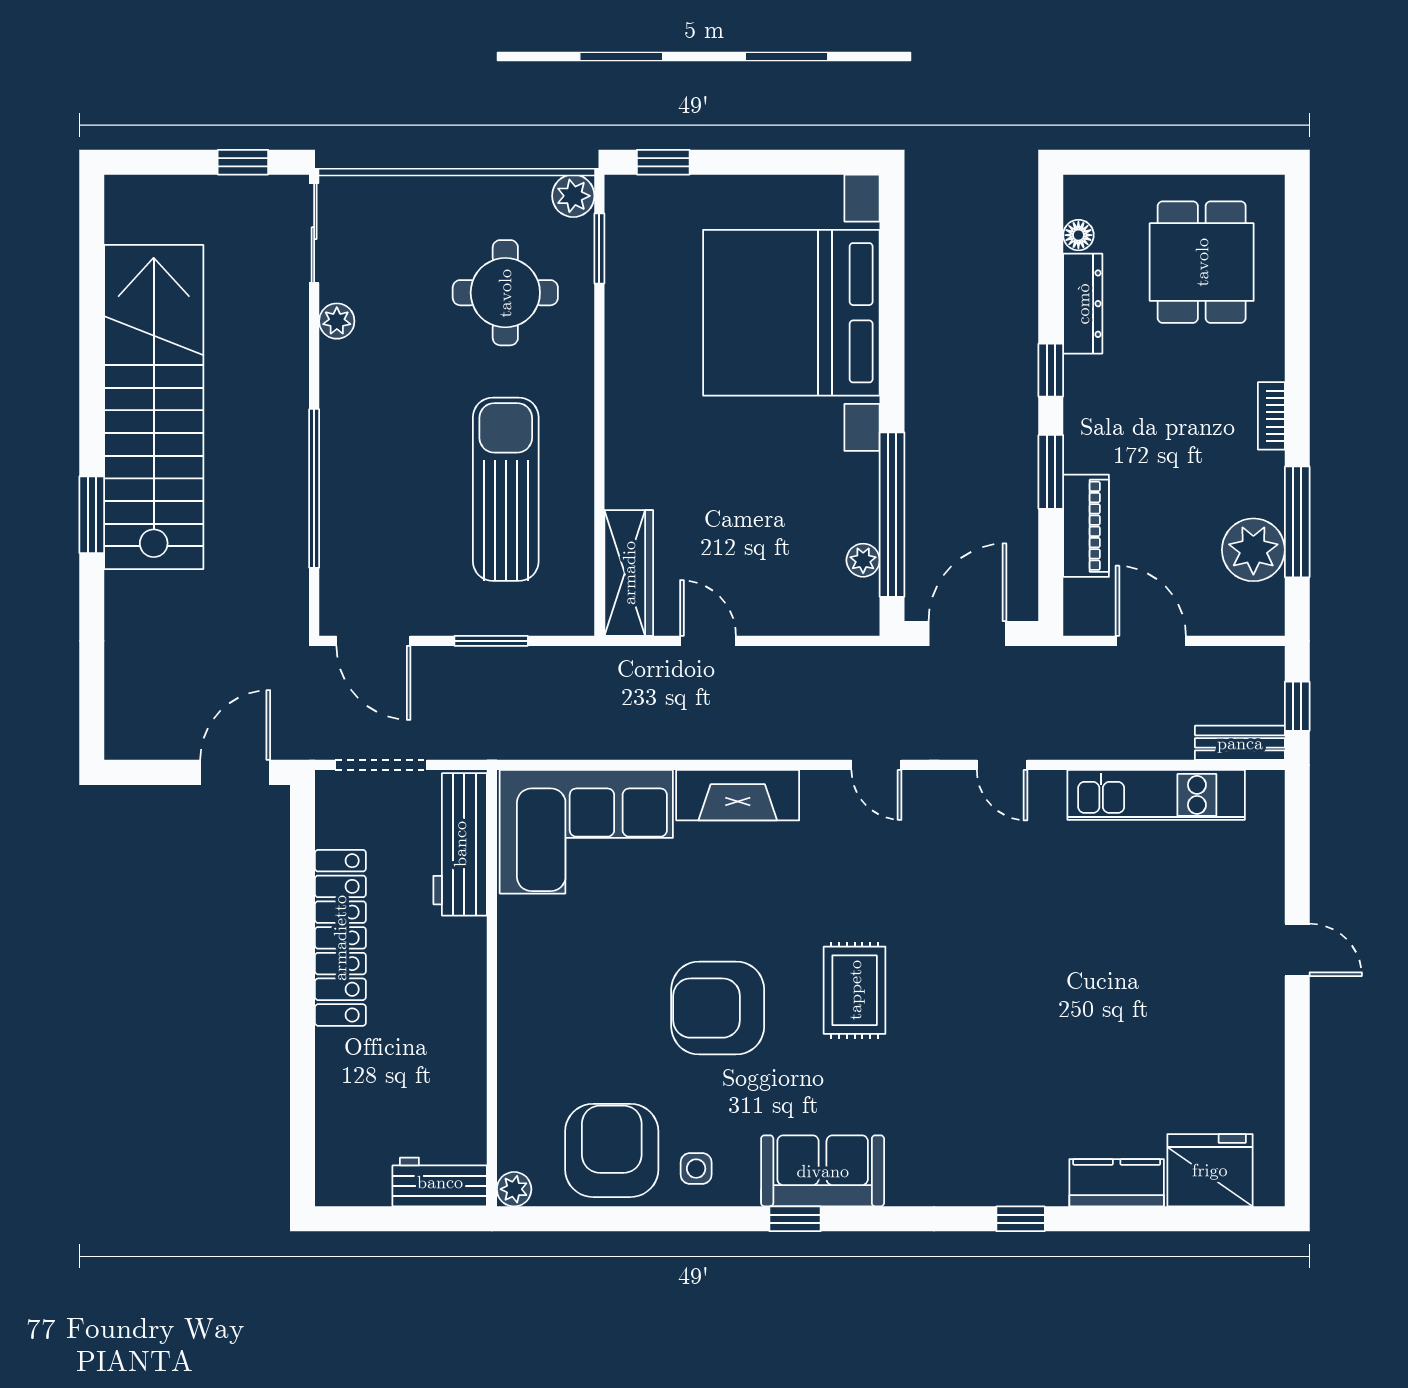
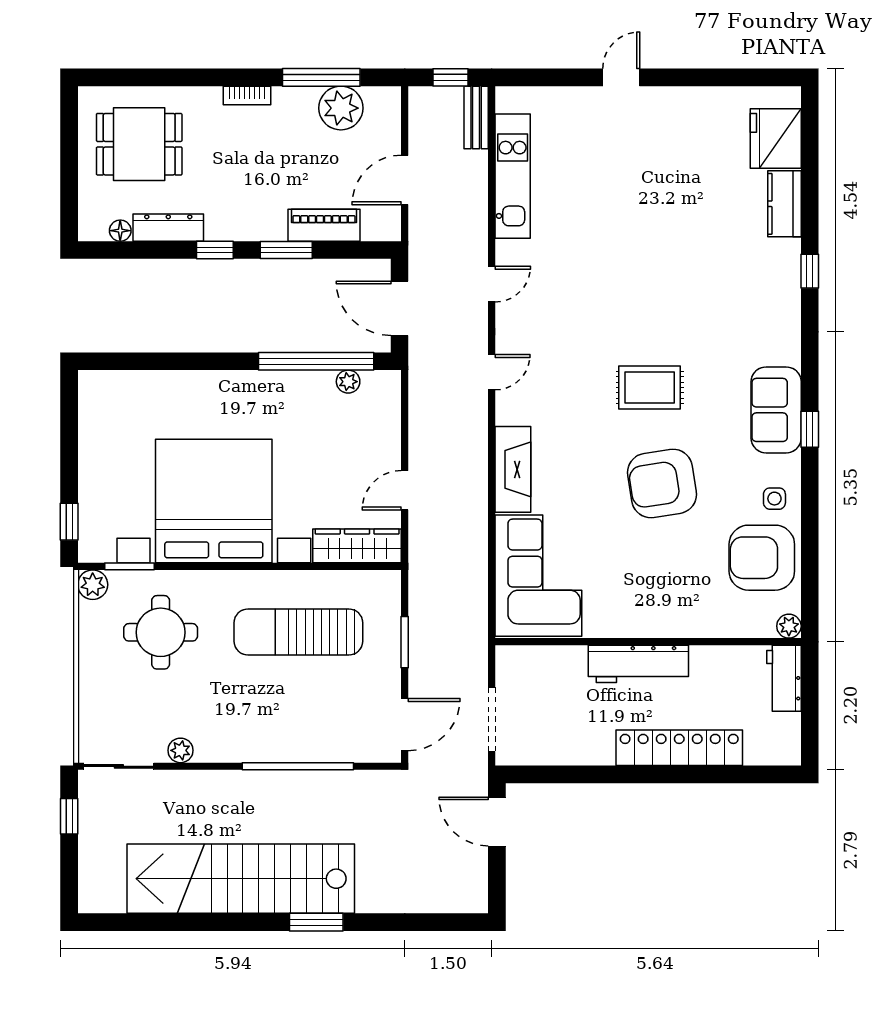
bed with nightstands: (791, 313) -> (214, 501), moved, turned 180
workbench: (460, 844) -> (638, 664), moved
locker: (340, 938) -> (679, 748), moved
armchair: (718, 1008) -> (662, 483), turned 81

